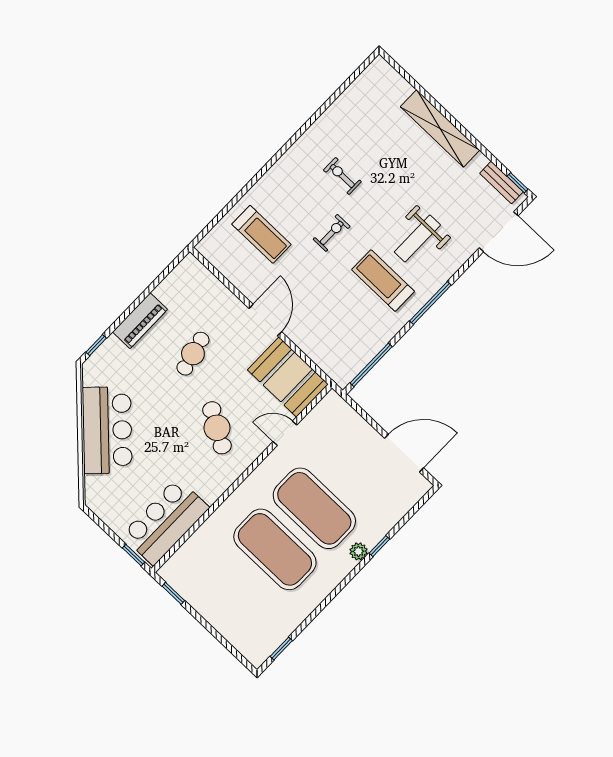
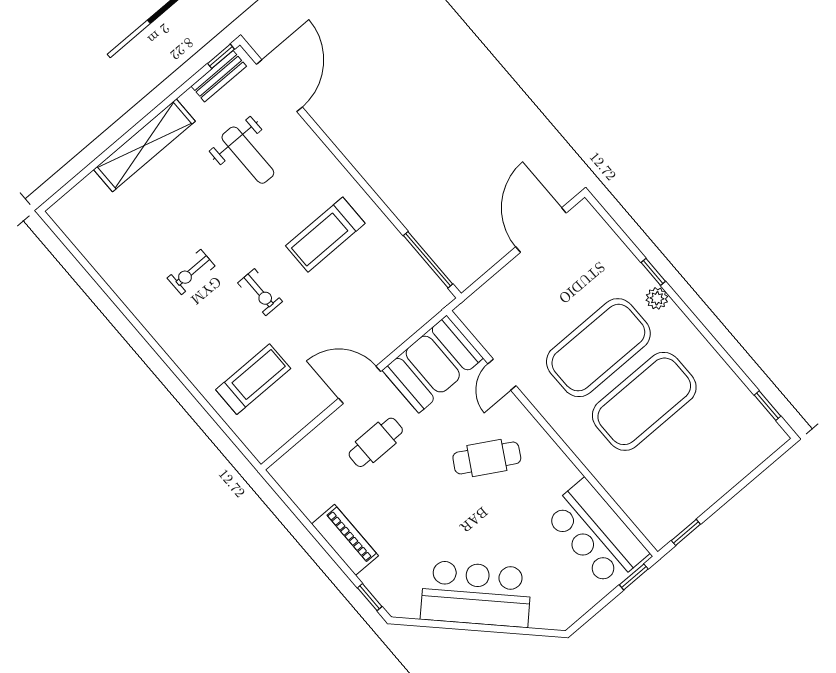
exercise bike: (332, 233) -> (260, 292), turned 180
weight bench: (417, 238) -> (248, 155), moved
window: (430, 303) -> (359, 179), removed
cafe table: (193, 354) -> (376, 442), moved, turned -76

